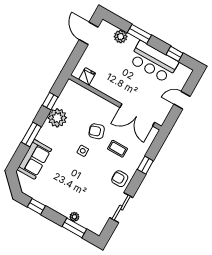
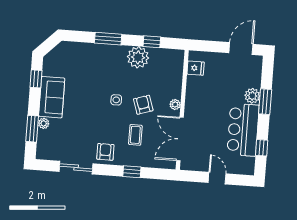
plant: (121, 37) -> (252, 96), moved
plant: (108, 106) -> (175, 104), added
sofa: (34, 159) -> (52, 97), moved, turned -90

